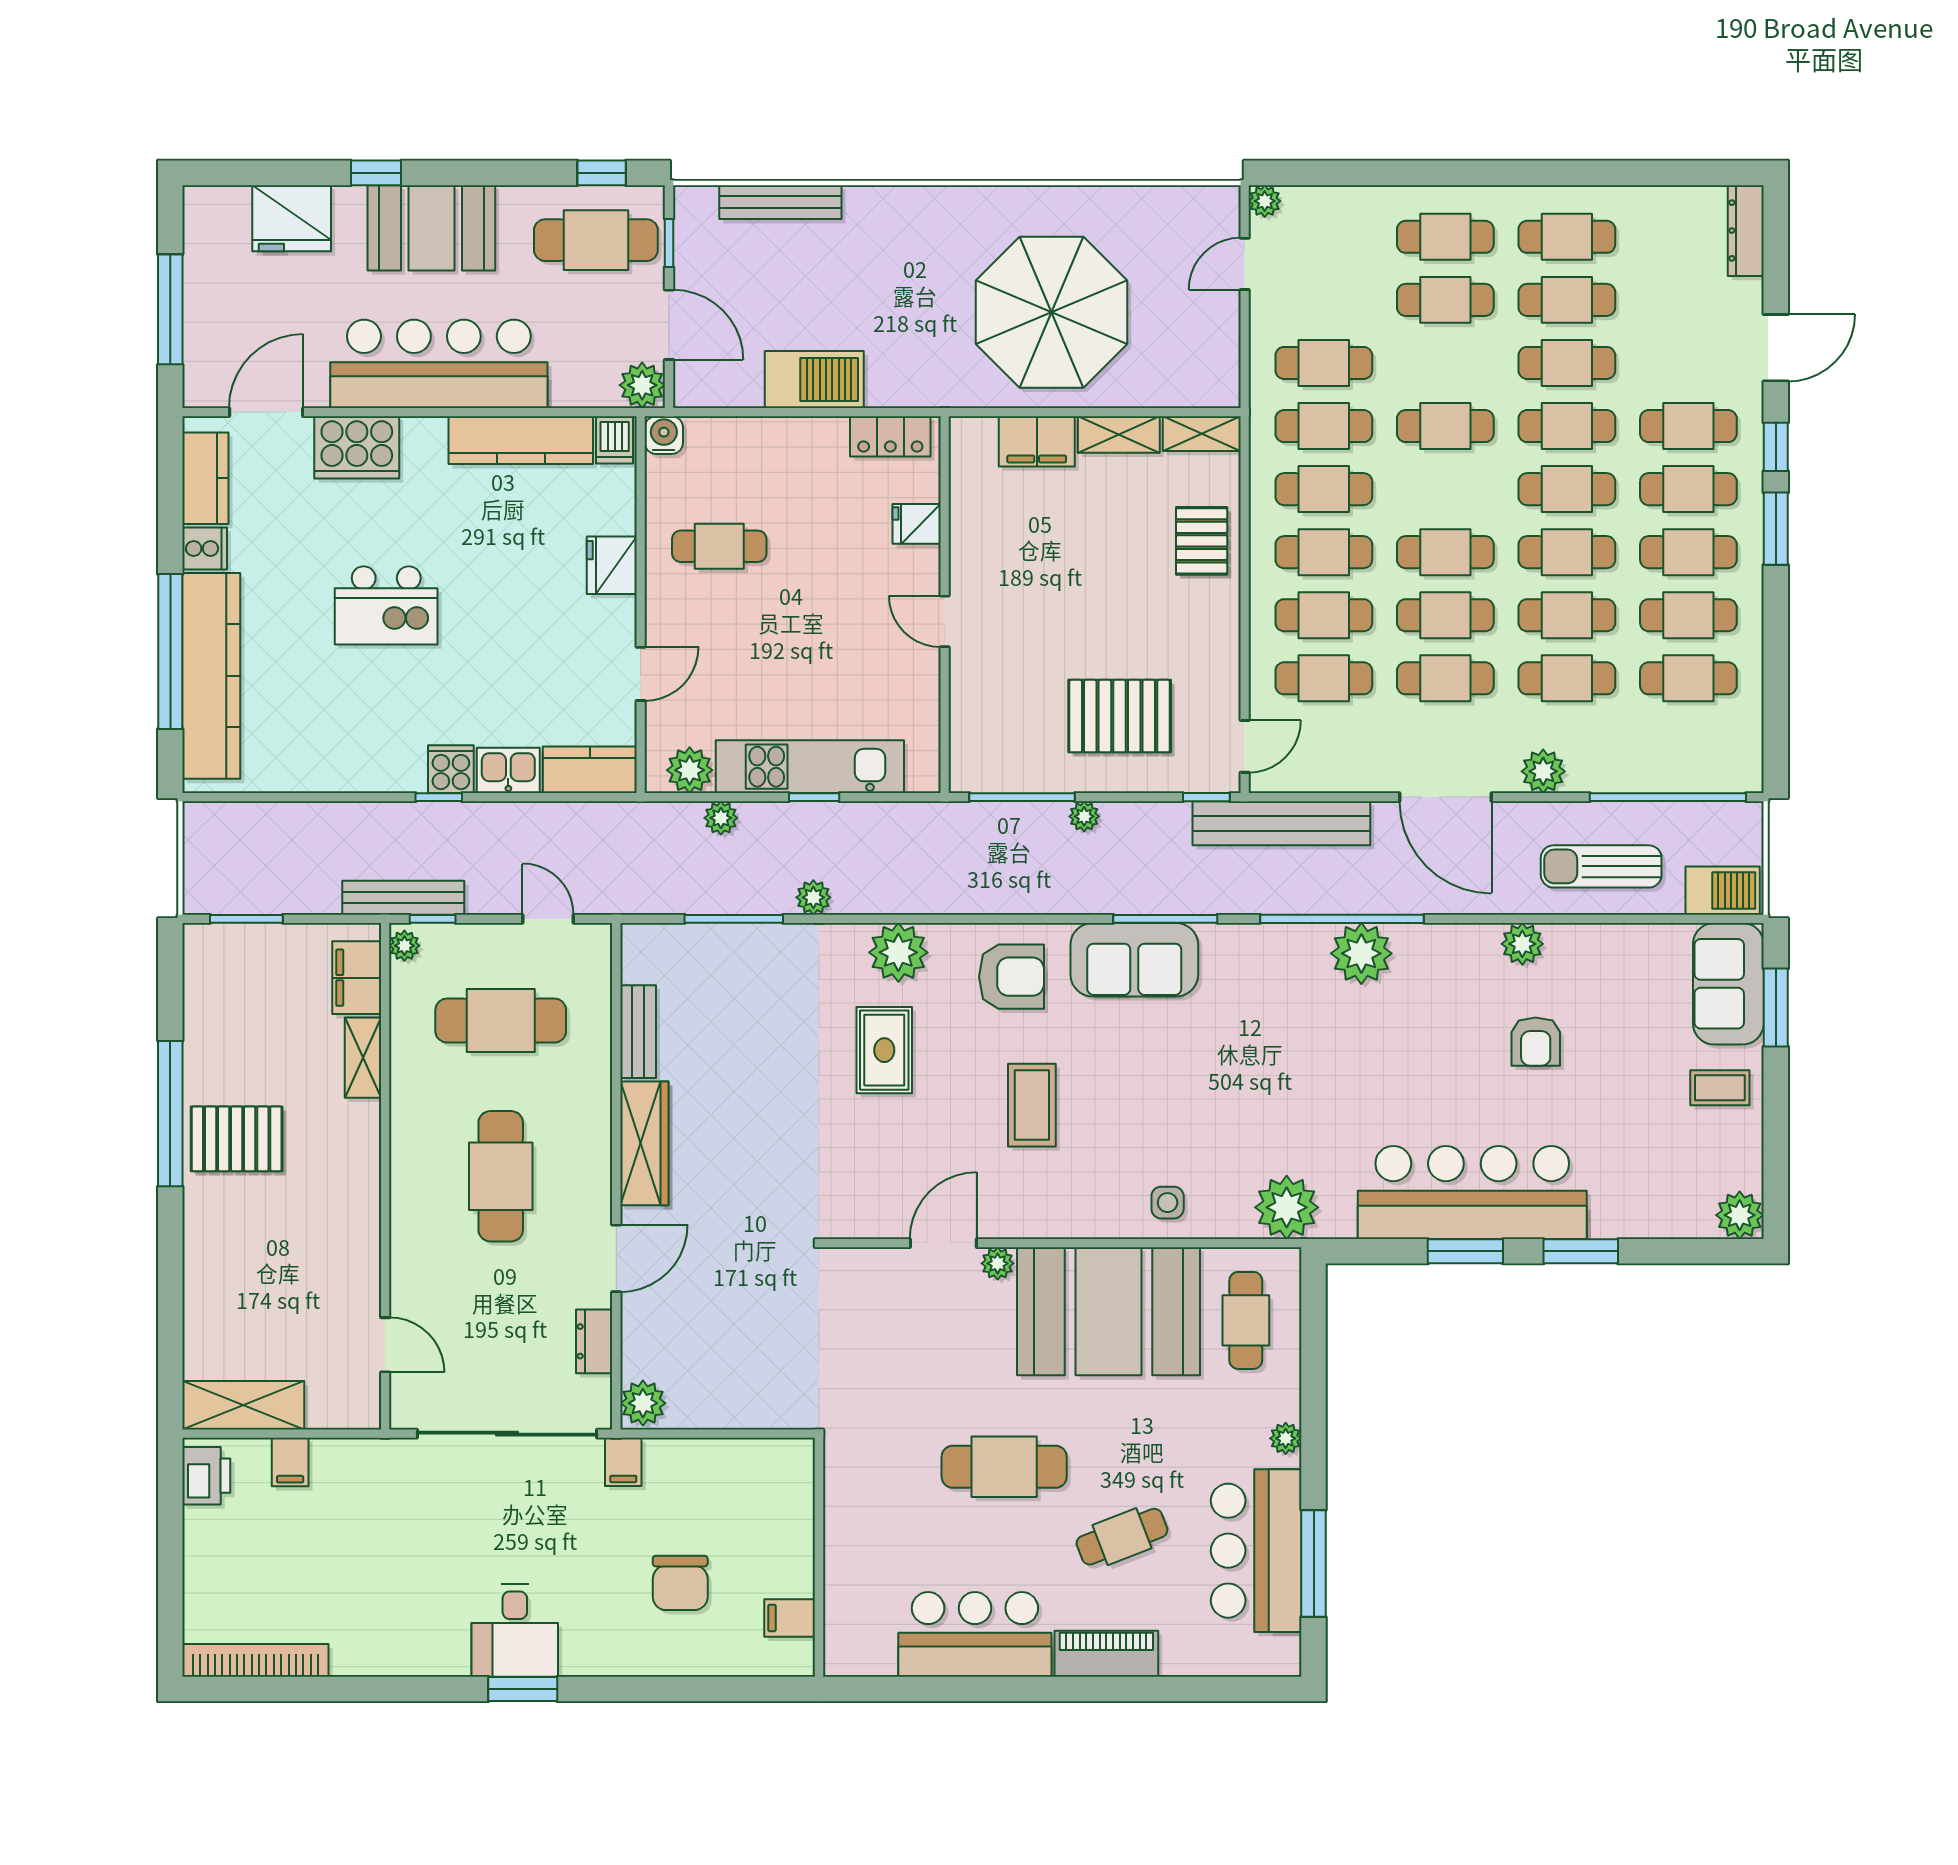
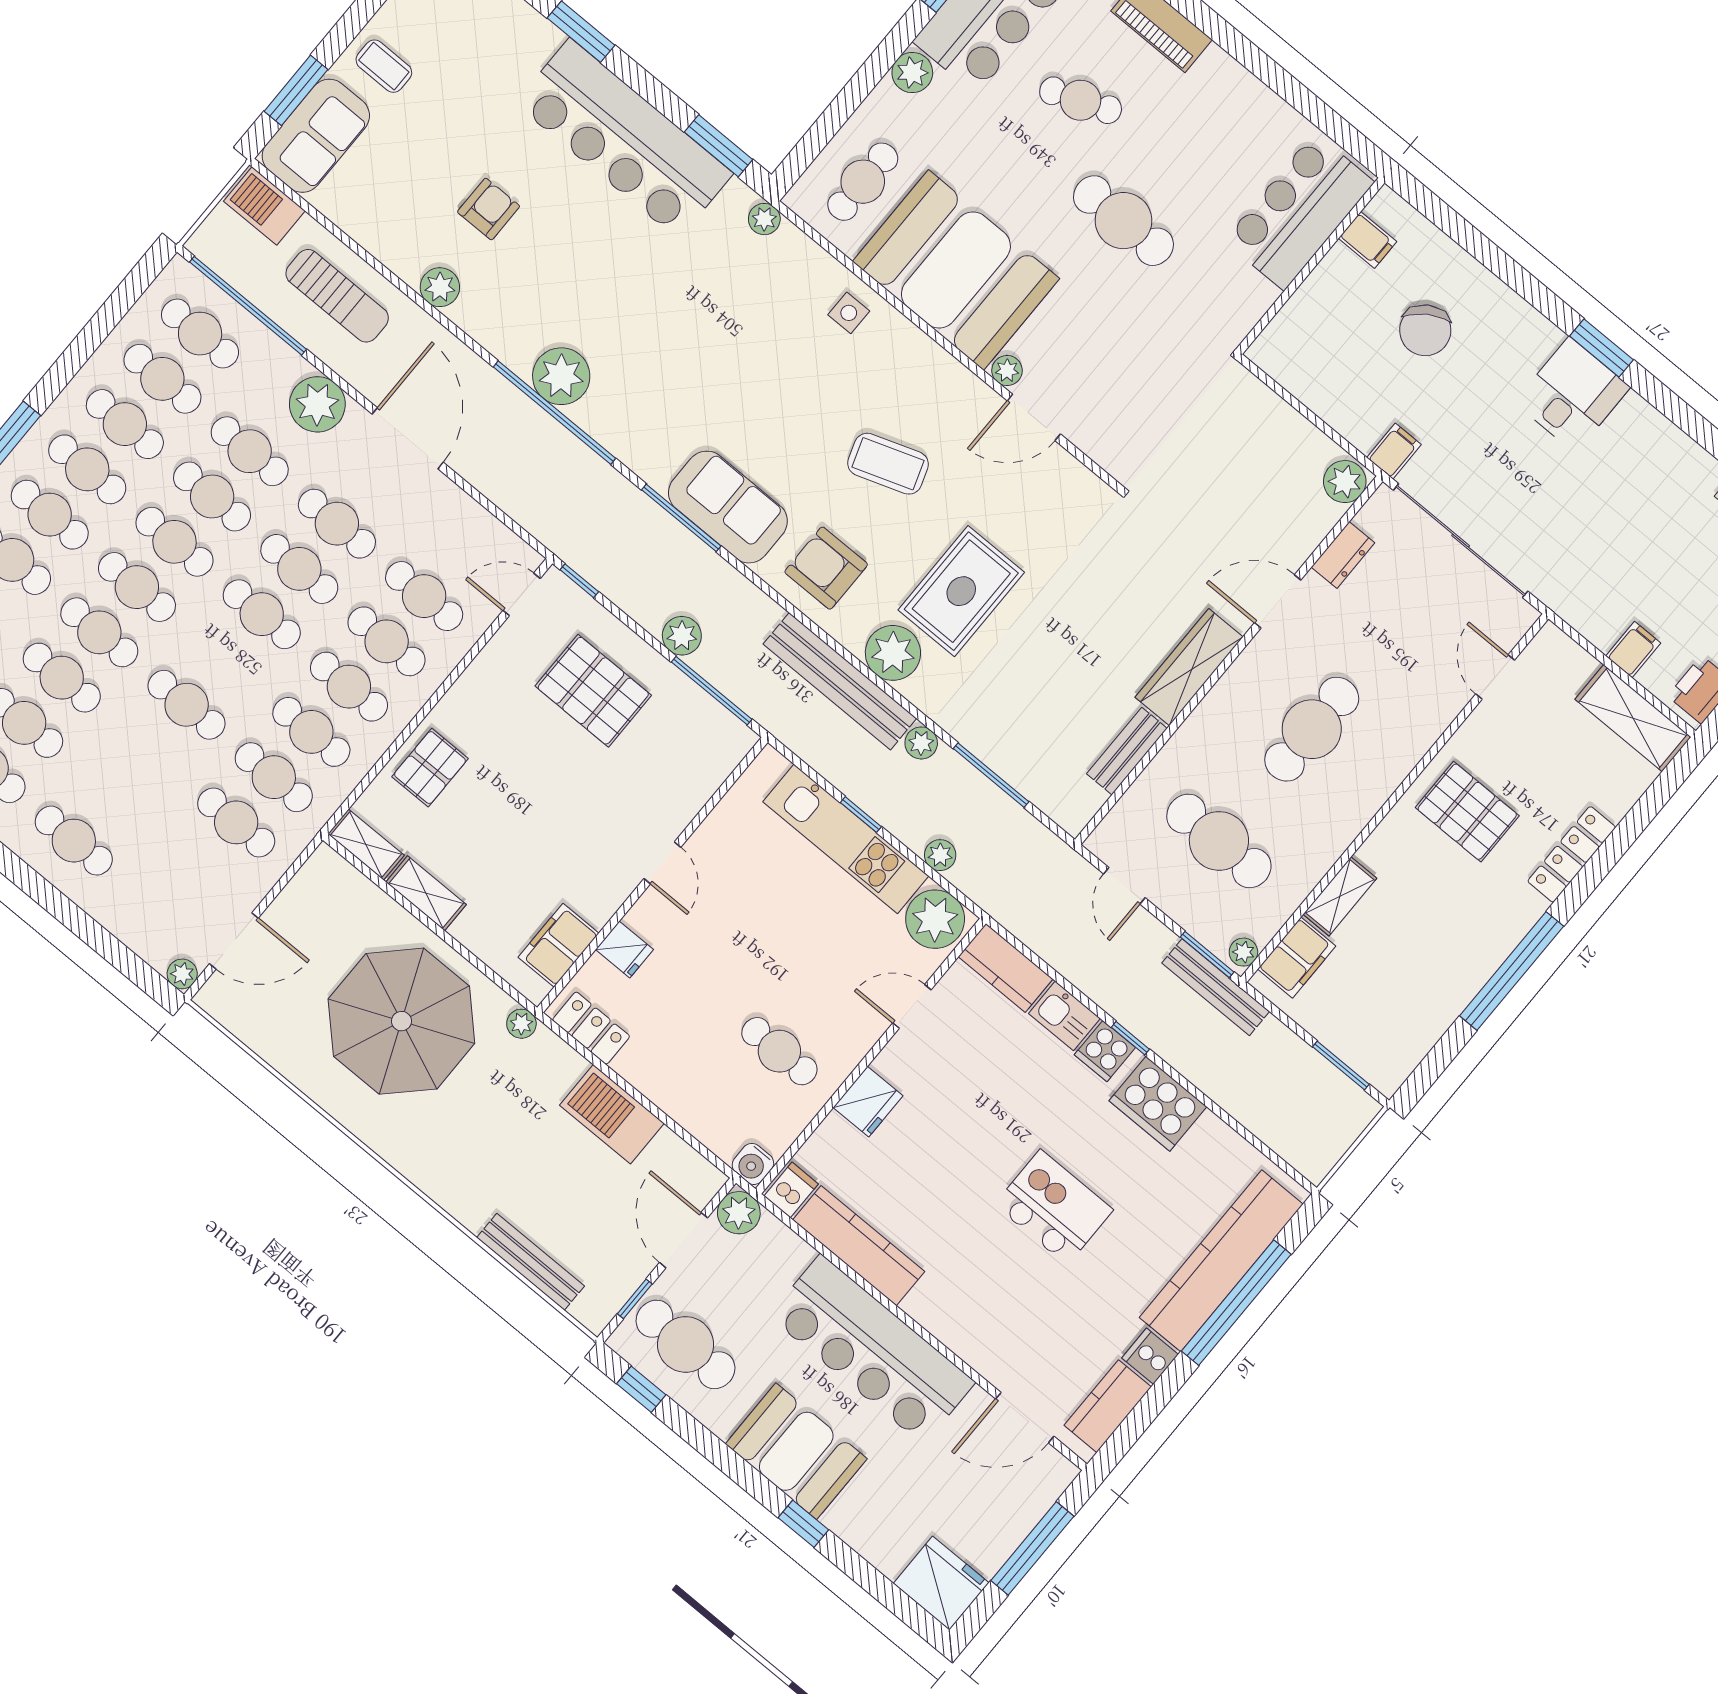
fridge: (292, 218) -> (941, 1583), moved
door: (1245, 264) -> (234, 941), width x1.38
cafe table: (1445, 300) -> (200, 334), moved
plant: (951, 392) -> (521, 1024), added
filing cabinet: (1037, 441) -> (559, 945), moved, turned -90
cooker: (357, 447) -> (1158, 1104), moved, turned 180
plant: (690, 770) -> (935, 919), width x1.36, depth x1.36
plant: (1543, 771) -> (317, 404), width x1.36, depth x1.36
plant: (1084, 816) -> (682, 636), width x1.38, depth x1.38
bench: (1281, 823) -> (840, 681), moved
window: (433, 919) -> (1207, 955), width x1.50
rug: (884, 1050) -> (961, 591), width x1.36, depth x1.43
coffee table: (1032, 1105) -> (888, 464), turned 71
pallet: (237, 1139) -> (1467, 812), moved
plant: (1287, 1207) -> (764, 219), width x0.53, depth x0.53
locker: (201, 1251) -> (1572, 854), added
window: (1465, 1251) -> (718, 146), moved
plant: (1286, 1438) -> (912, 73), width x1.38, depth x1.38
chair: (680, 1583) -> (1425, 330), turned 147
bar counter: (975, 1634) -> (1299, 212), moved, turned 90

